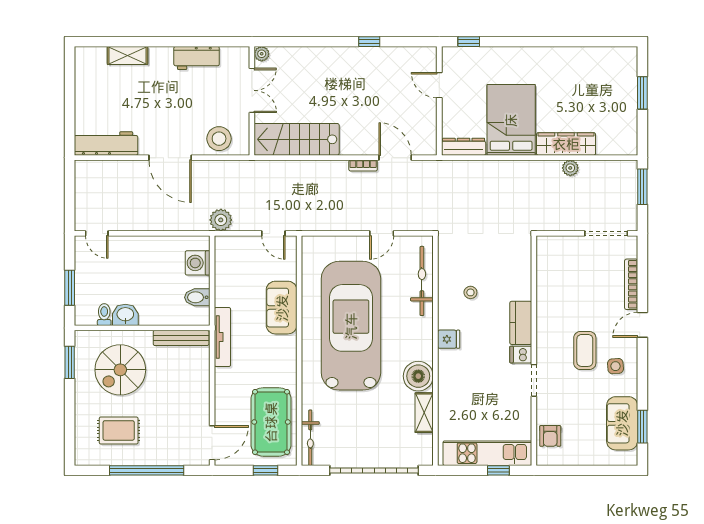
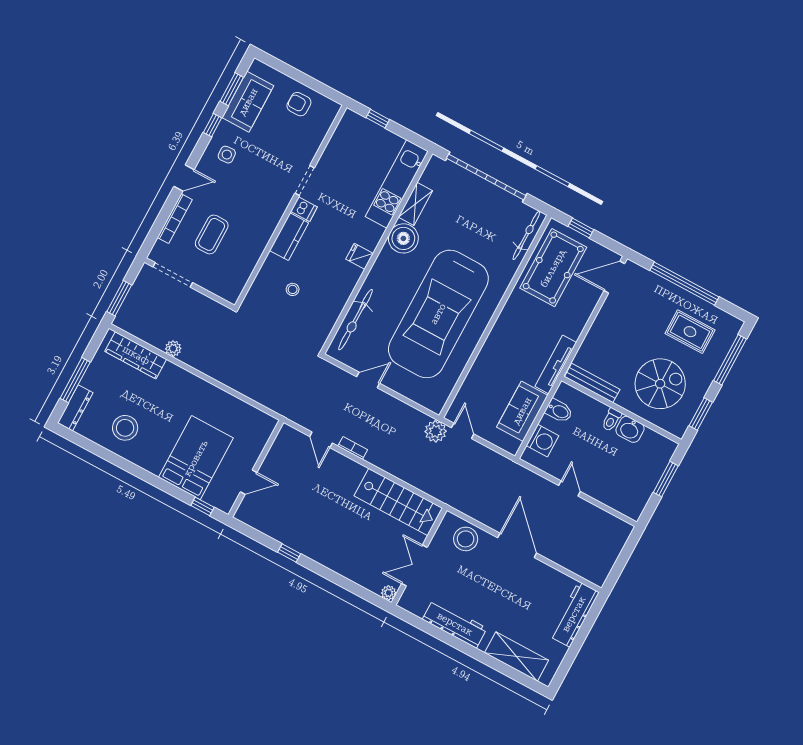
shelving: (127, 55) -> (517, 657), width x1.50, depth x1.33
workbench: (197, 58) -> (455, 624), width x1.38
stool: (575, 74) -> (125, 428), added
door: (439, 85) -> (249, 482), hinge flipped
window: (642, 93) -> (75, 380), width x1.44
bed: (511, 120) -> (196, 458), moved, turned 180
workbench: (106, 143) -> (574, 614), moved, turned 90
wardrobe: (566, 144) -> (136, 355), moved
dresser: (464, 147) -> (75, 408), moved, turned -90
door: (395, 158) -> (321, 440), width x0.73
plant: (221, 220) -> (436, 431), moved
door: (97, 233) -> (570, 489), moved
stool: (470, 292) -> (293, 289), moved
sofa: (282, 308) -> (522, 411), moved, turned 180
toilet: (104, 315) -> (611, 420), moved
coffee table: (585, 350) -> (212, 234), moved
window: (642, 385) -> (212, 125), added
window: (70, 425) -> (730, 360), added
armchair: (550, 436) -> (299, 104), moved, turned -90
kitchen unit: (487, 453) -> (397, 184), moved, turned 90

